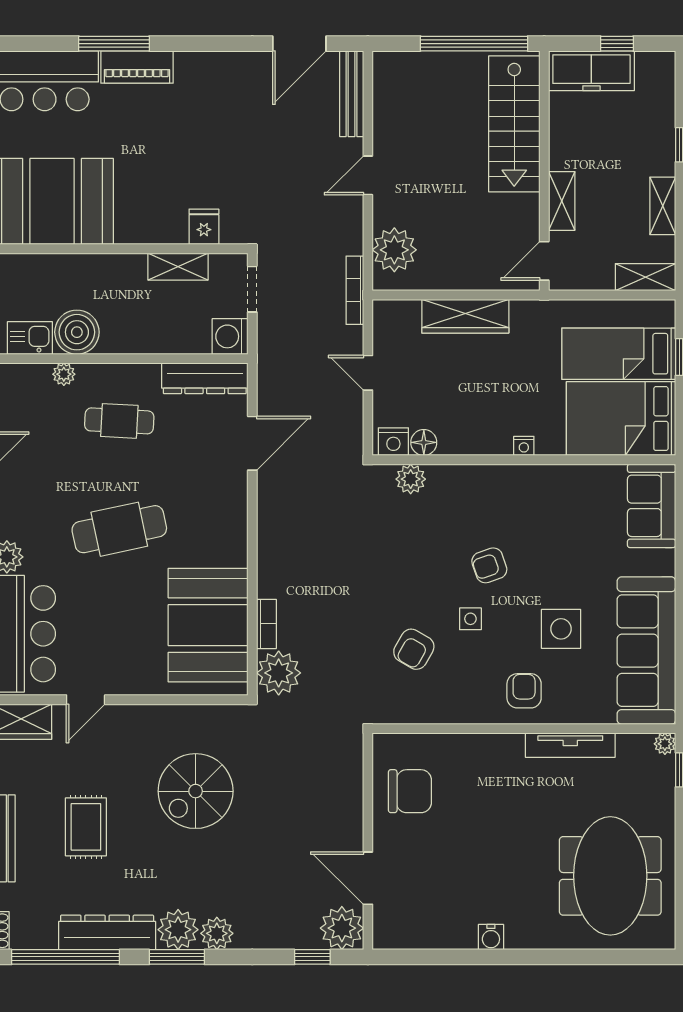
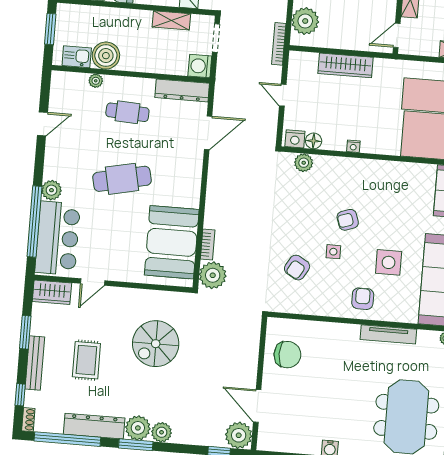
nightstand: (524, 446) -> (353, 146), moved

